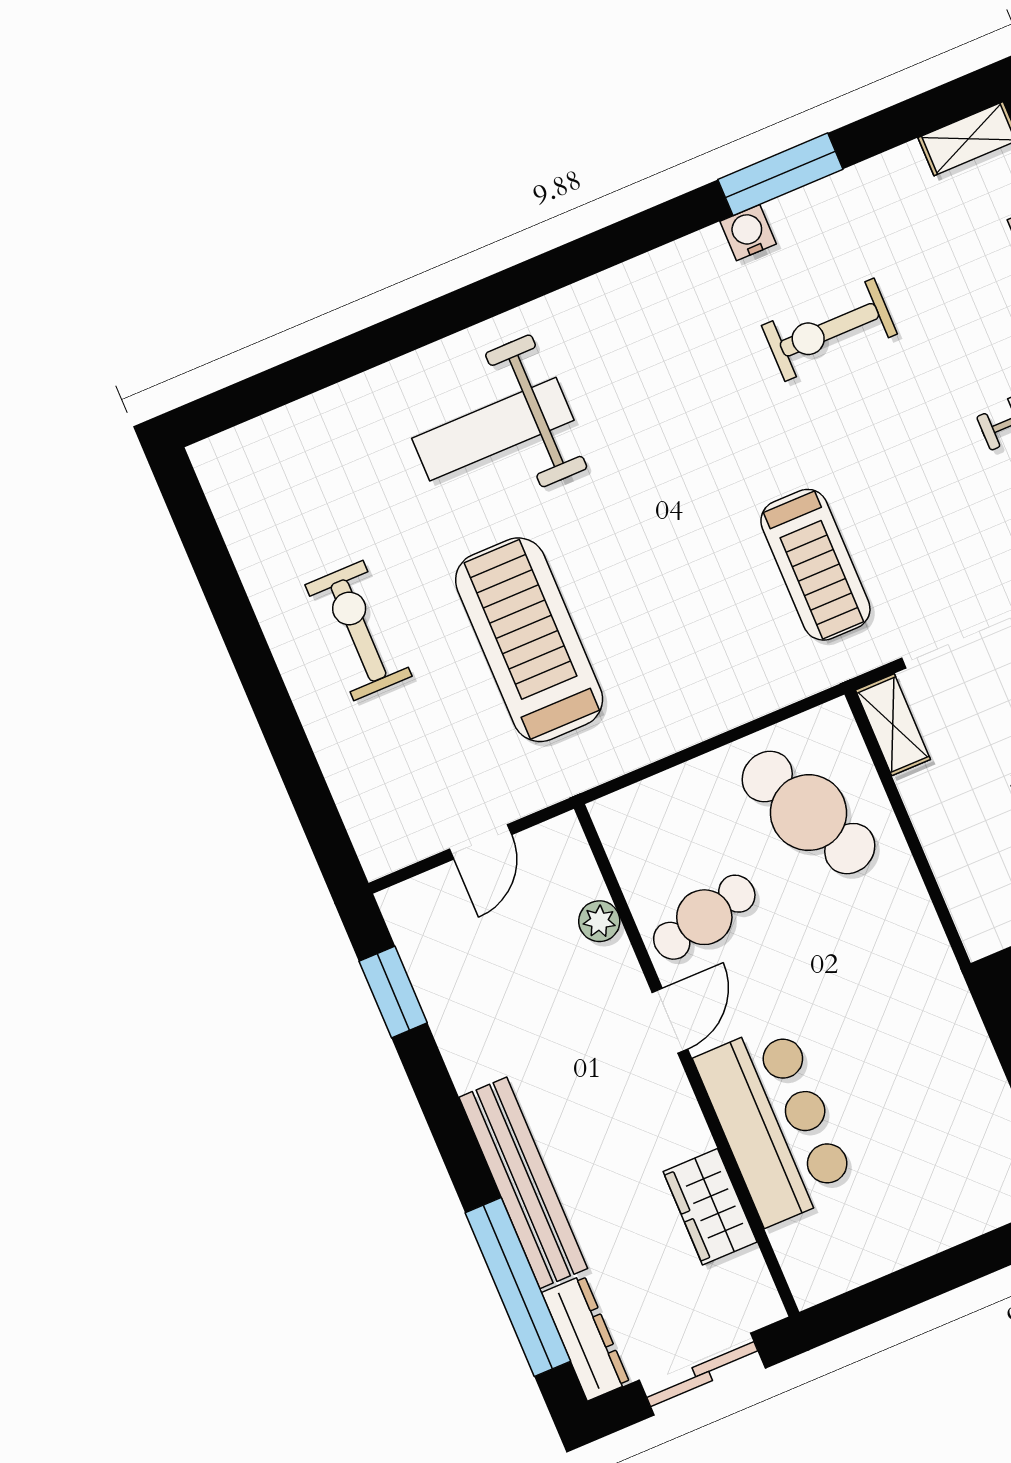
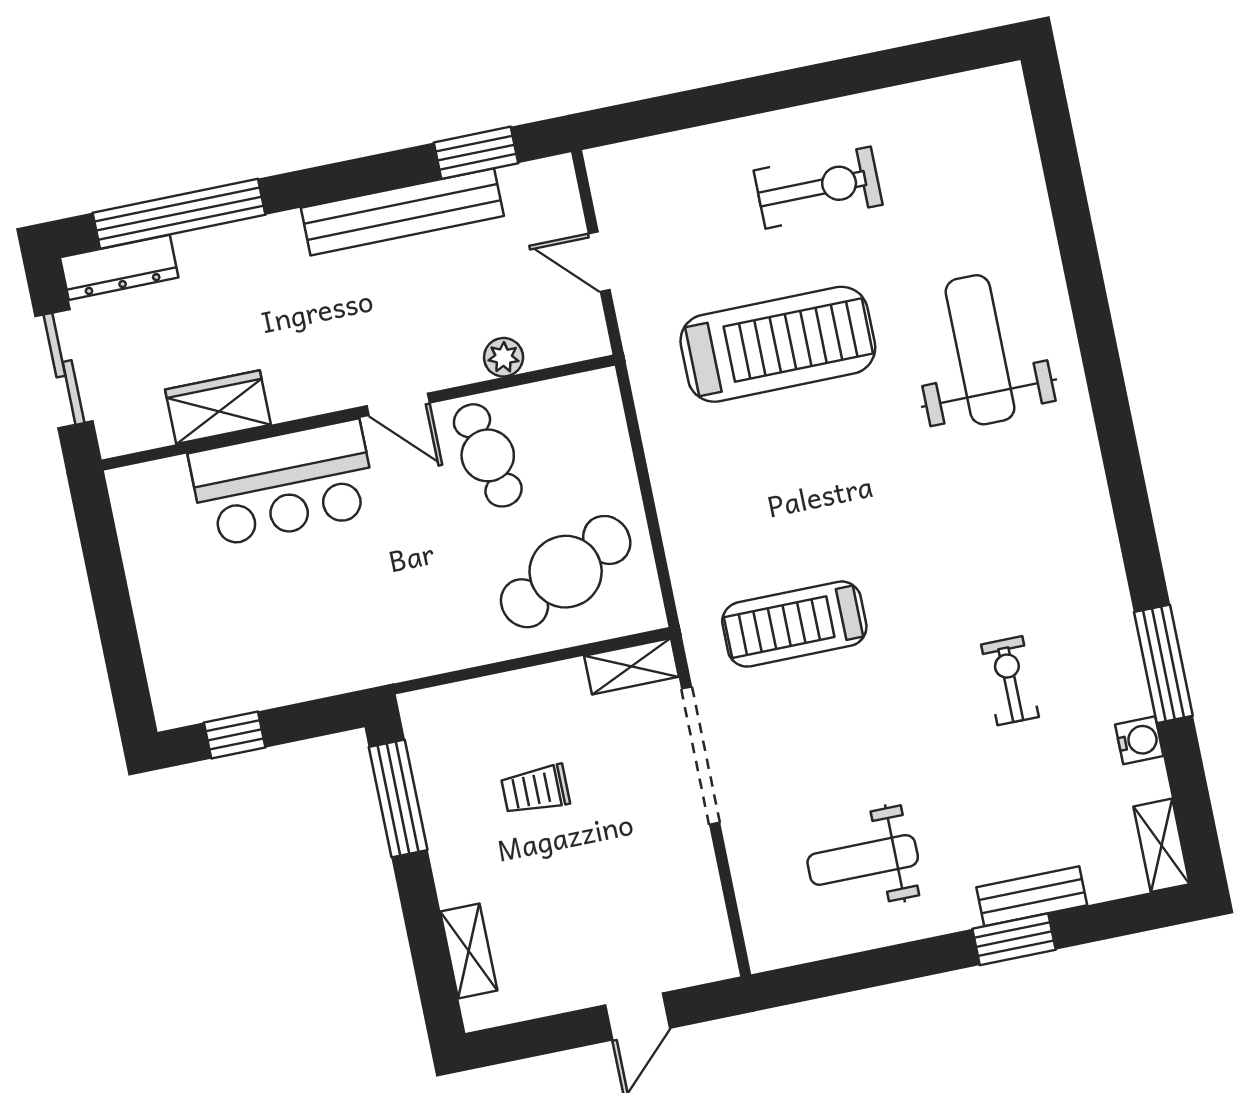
water cooler: (748, 233) -> (1139, 740), moved
exercise bike: (829, 330) -> (1010, 681), width x0.73, depth x0.72
bench: (523, 1183) -> (402, 212), moved

